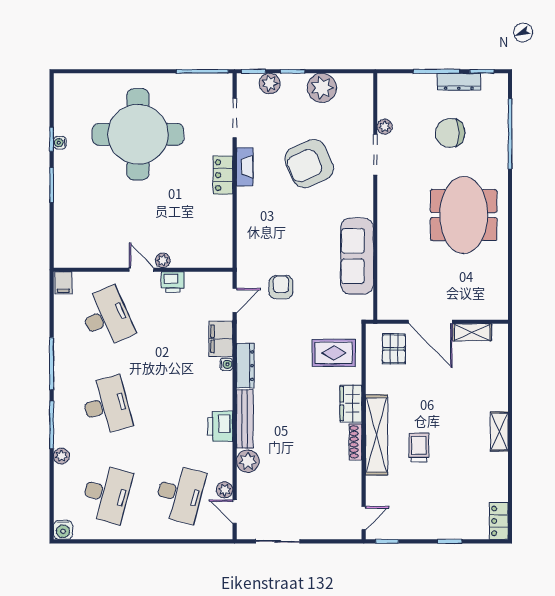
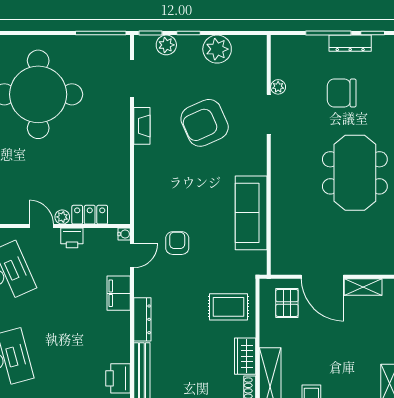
locker: (223, 175) -> (90, 215), moved, turned 90
water cooler: (226, 364) -> (124, 234), moved

